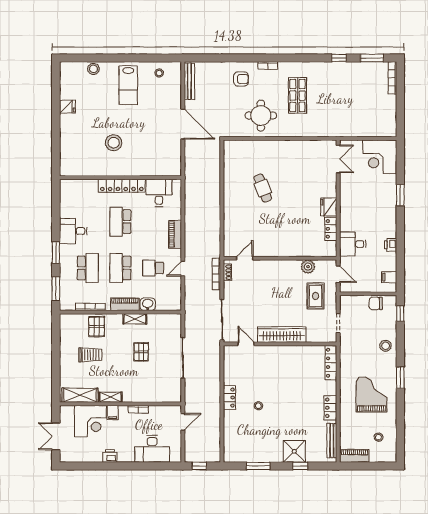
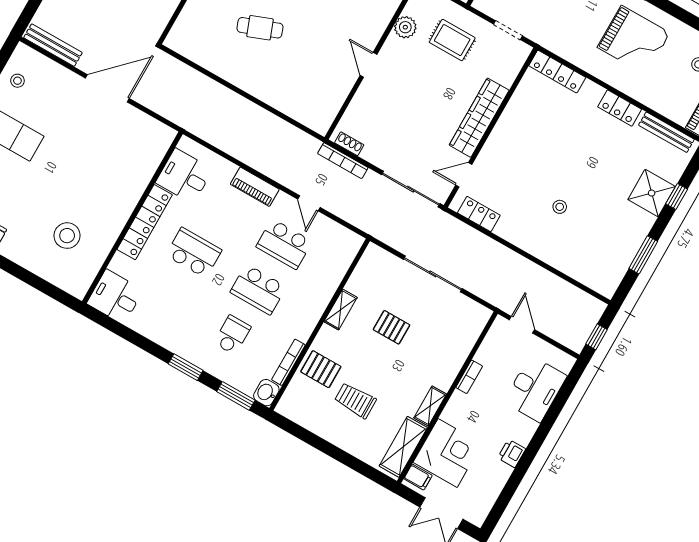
stool: (114, 143) -> (67, 236), moved
school desk: (120, 222) -> (194, 253), turned 180
desk: (73, 231) -> (115, 297), moved, turned 90
door: (245, 258) -> (368, 65), moved
school desk: (88, 268) -> (232, 335), width x0.54
school desk: (153, 268) -> (284, 244), width x1.85
piano: (125, 304) -> (312, 312), removed
washbasin: (148, 304) -> (266, 393), moved
trolley: (90, 355) -> (355, 400), turned -90
grand piano: (372, 394) -> (634, 40), turned 180
locker: (229, 398) -> (479, 214), moved
filing cabinet: (113, 413) -> (418, 477), moved

